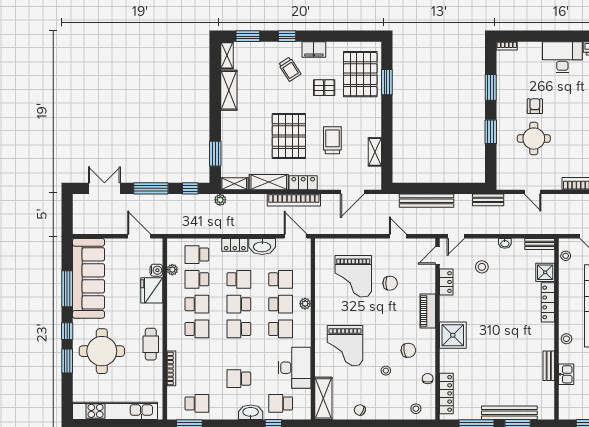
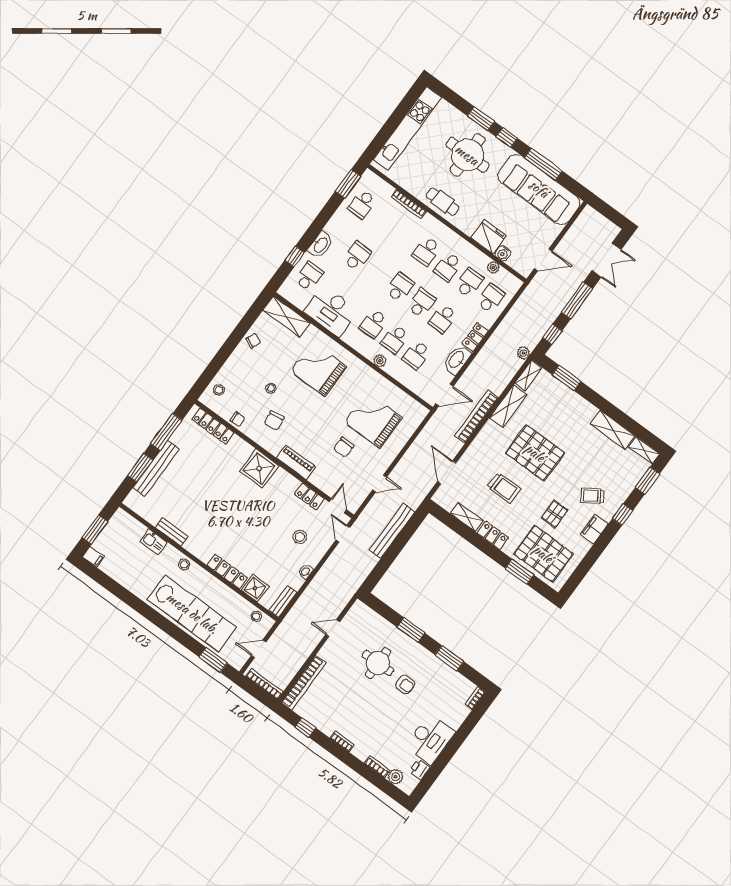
locker: (303, 183) -> (493, 535), moved, turned -90
bench: (488, 200) -> (354, 585), removed

